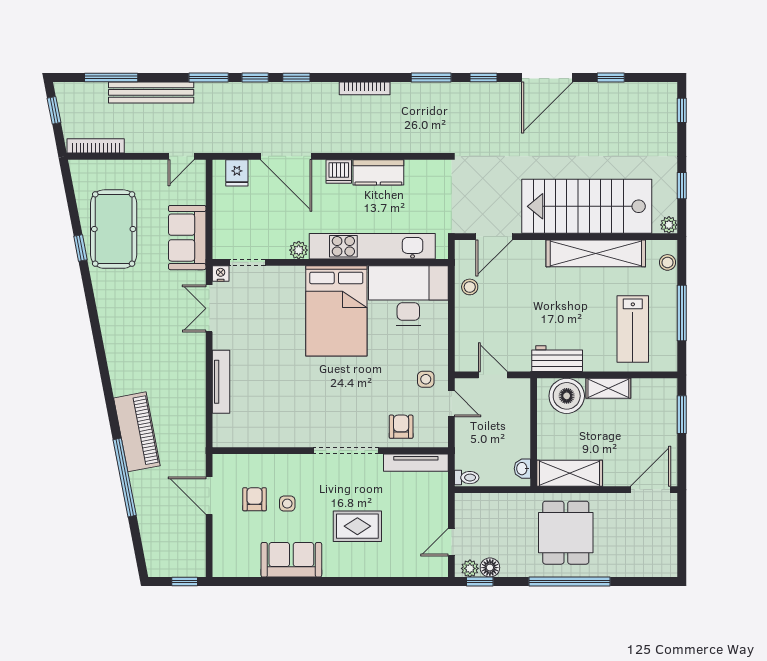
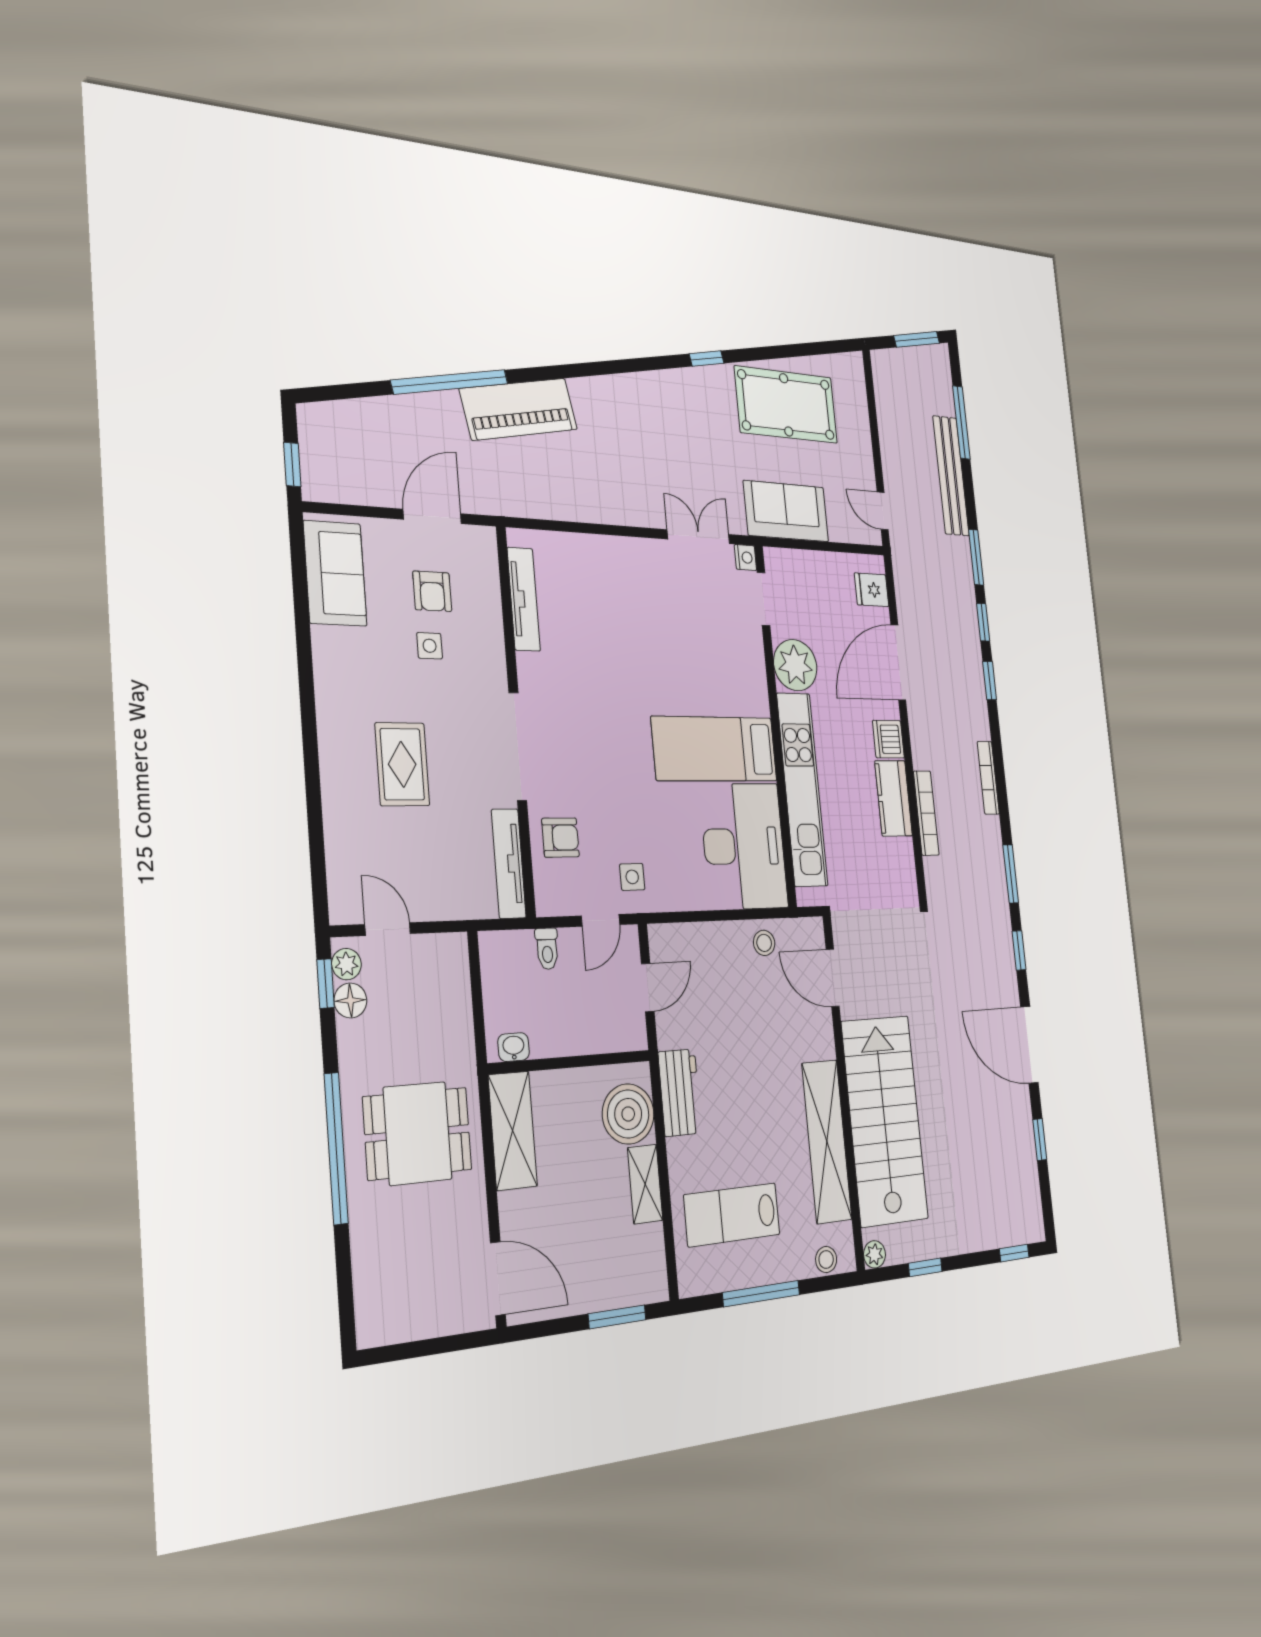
window: (54, 110) -> (917, 339), width x1.50
bookcase: (96, 146) -> (926, 813), moved
window: (80, 248) -> (707, 358), moved
plant: (299, 250) -> (795, 665), width x1.88, depth x1.88
bed: (336, 311) -> (715, 749), width x0.67
tv unit: (221, 382) -> (524, 599), moved, turned -90
toilet: (467, 478) -> (547, 949), moved
armchair: (255, 499) -> (432, 591), turned 90
sofa: (291, 560) -> (335, 573), moved

